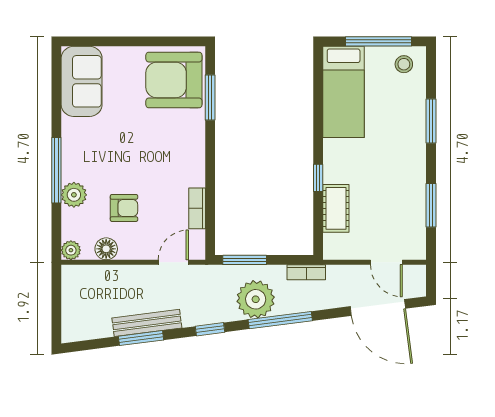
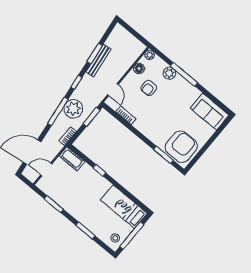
cot: (336, 208) -> (72, 159), moved

